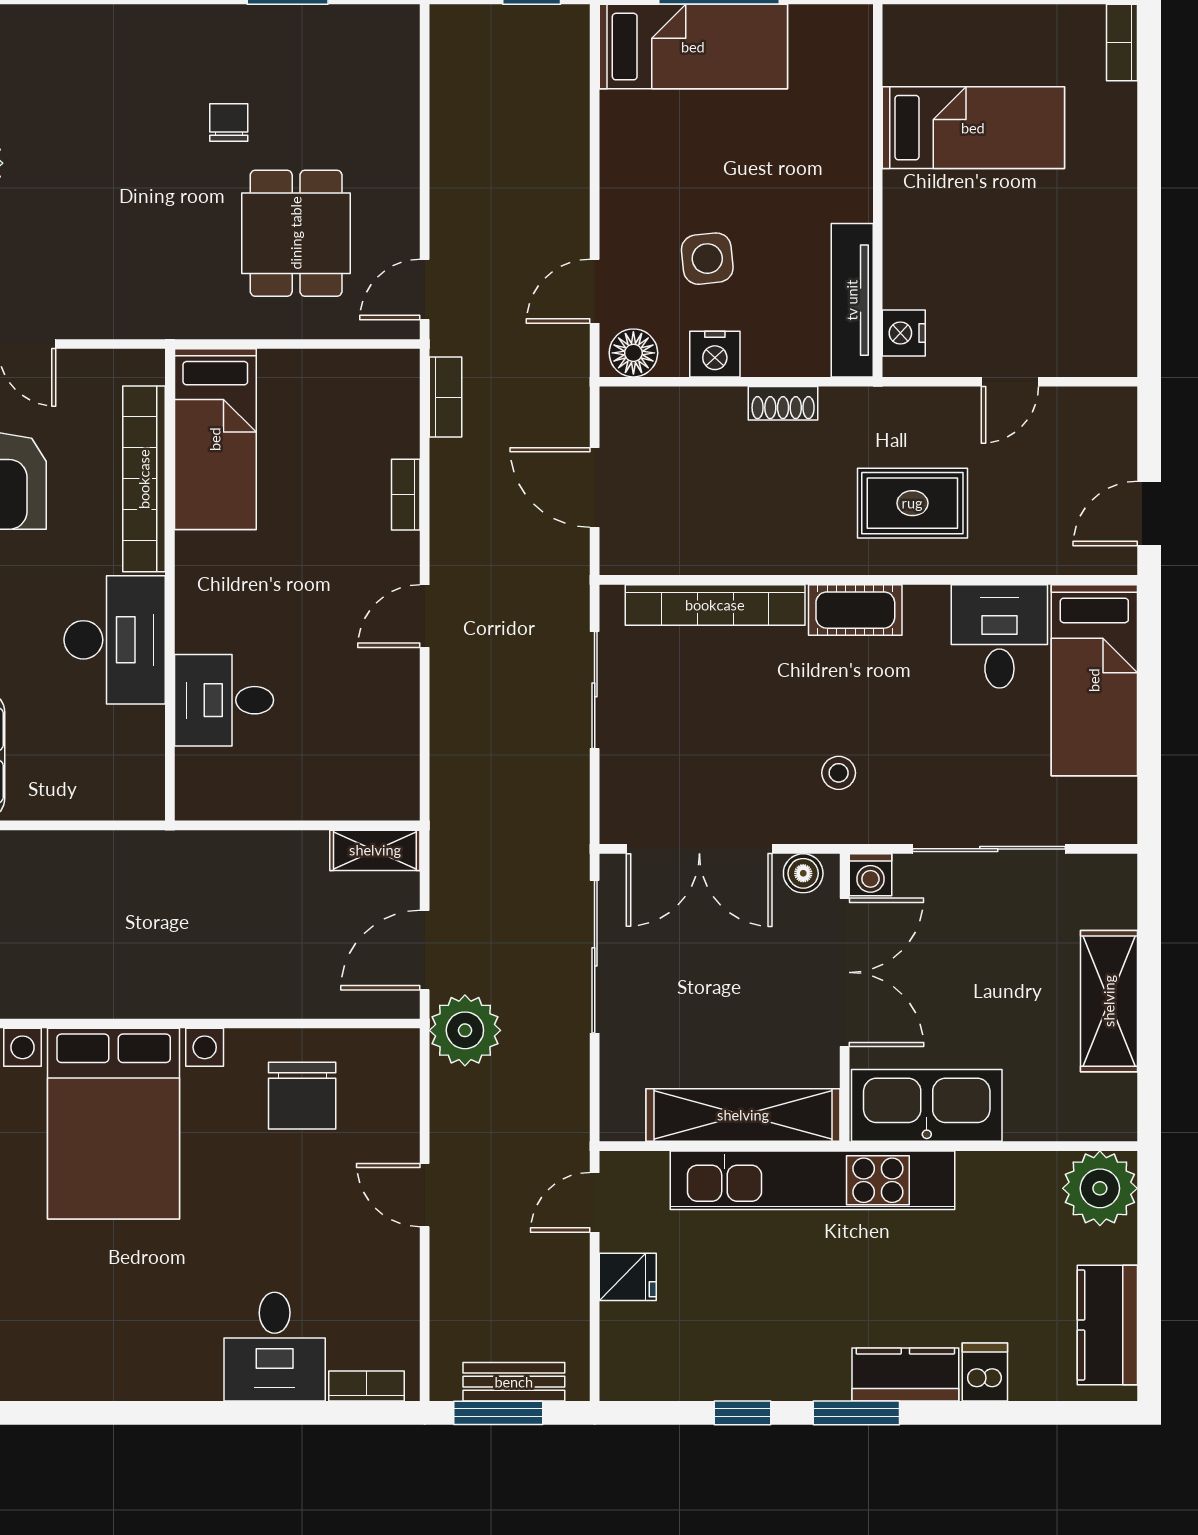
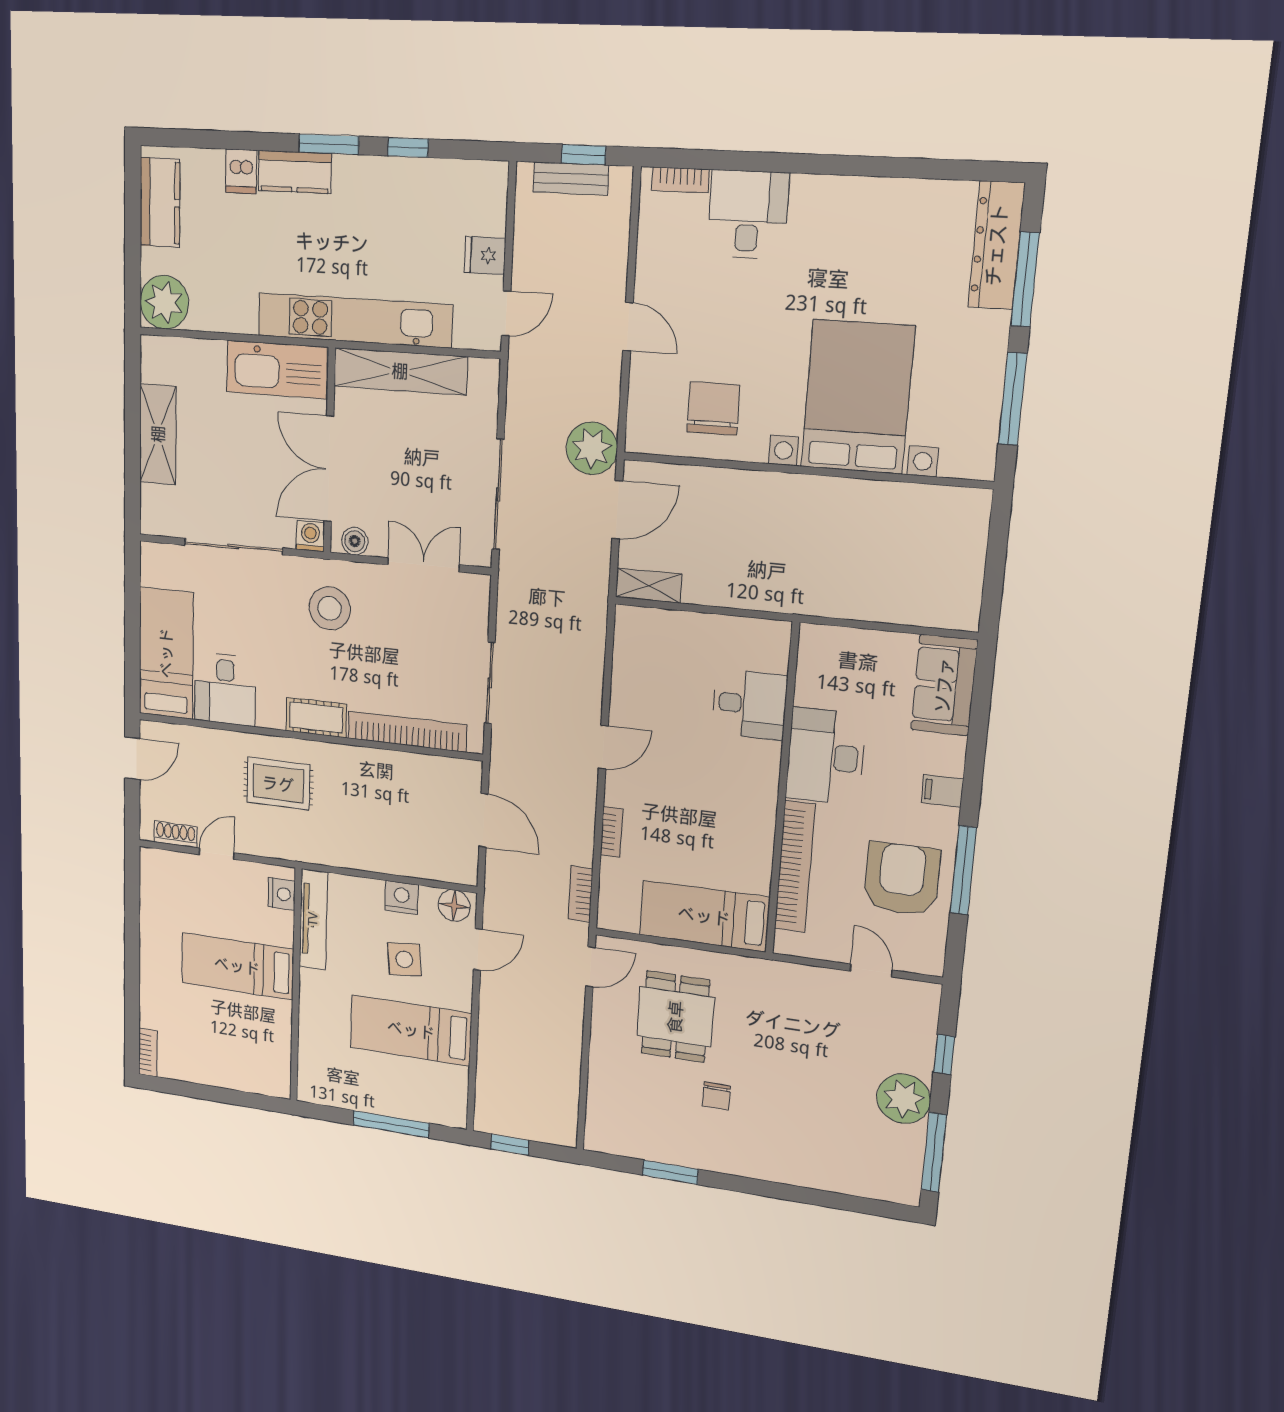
bed: (693, 47) -> (411, 1030), moved
bed: (973, 128) -> (237, 966), moved
shoe rack: (783, 403) -> (176, 834), moved
bed: (215, 439) -> (704, 916), moved, turned -90
stool: (839, 773) -> (330, 608), width x1.89, depth x1.89
double door: (699, 849) -> (424, 565), width x0.73
window: (498, 1413) -> (584, 155), width x0.67

